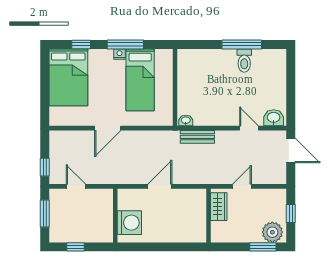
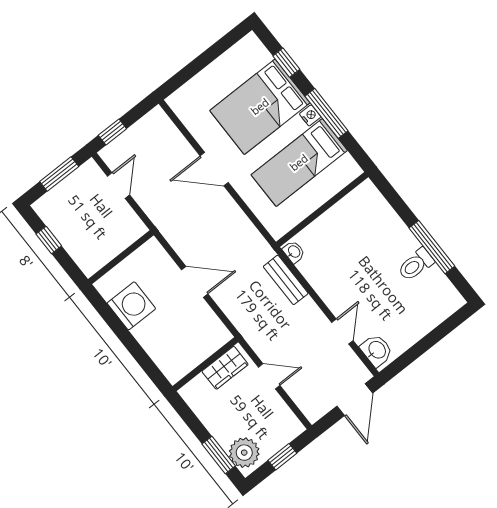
bed: (68, 77) -> (260, 107), moved
washing machine: (129, 223) -> (131, 306), moved, turned -90

